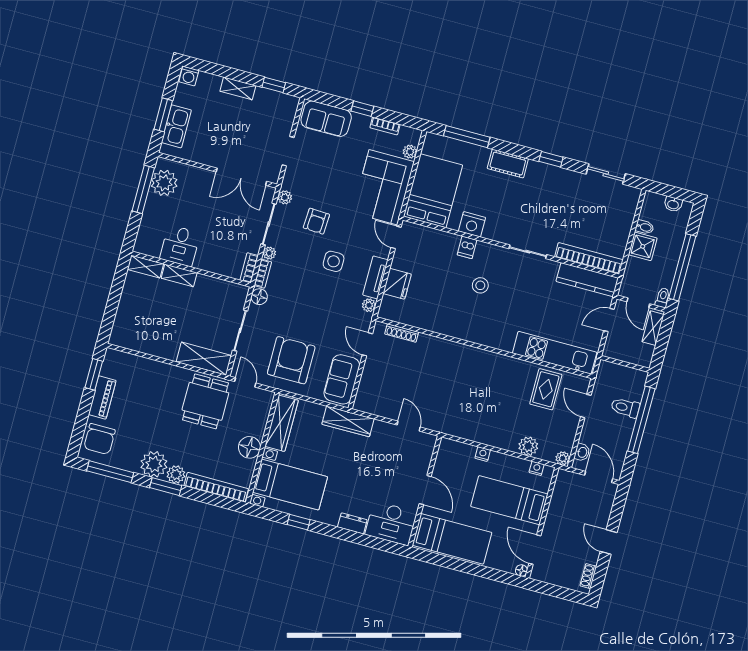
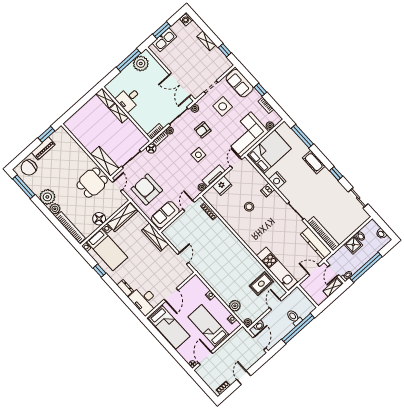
side table: (323, 168) -> (223, 106), added
stool: (480, 285) -> (249, 207), moved
armchair: (291, 360) -> (147, 190), turned -90
window: (166, 487) -> (46, 211), removed

